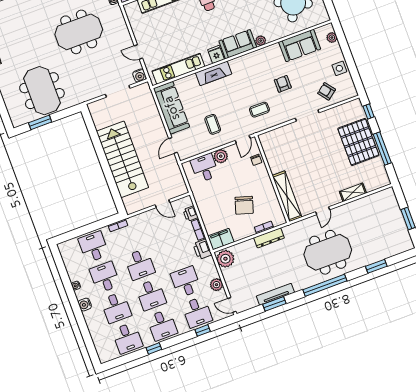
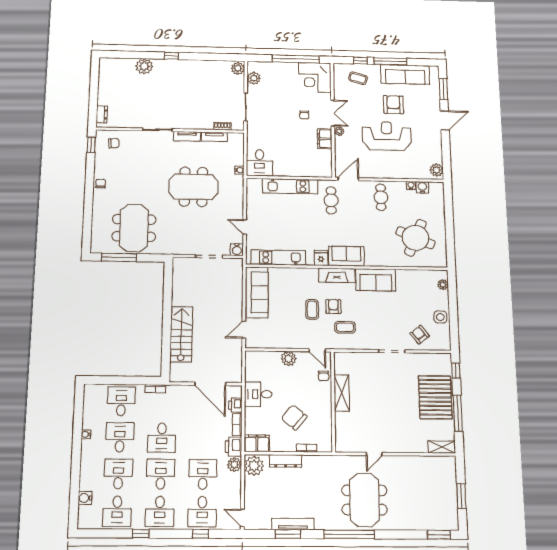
plant: (261, 41) -> (370, 261), removed
sofa: (300, 45) -> (376, 280), moved
fireplace: (214, 73) -> (337, 275), moved
armchair: (283, 84) -> (333, 307), moved
window: (40, 122) -> (119, 257), width x1.44
coffee table: (213, 124) -> (312, 309), moved
door: (243, 139) -> (317, 350), hinge flipped
stairs: (122, 159) -> (181, 334), width x0.73, depth x0.66
desk: (205, 168) -> (258, 394), moved, turned -90
shelving: (353, 192) -> (442, 447), moved
shelving: (287, 196) -> (342, 393), moved, width x0.68
door: (162, 204) -> (210, 384), width x1.88
chair: (244, 205) -> (294, 417), turned 113
dresser: (269, 238) -> (286, 461), moved
meeting table: (328, 252) -> (364, 500), turned 90
window: (376, 266) -> (439, 535), moved
plant: (216, 285) -> (234, 465), moved
desk: (151, 295) -> (161, 474), turned 180
water cooler: (85, 305) -> (85, 498), moved
desk: (116, 308) -> (118, 474), turned 180

